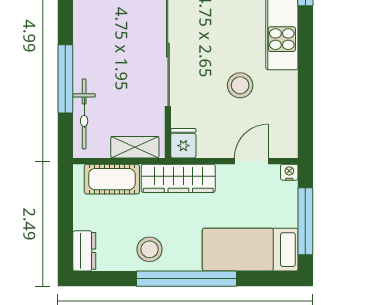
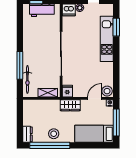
stool: (240, 85) -> (107, 91), moved
wardrobe: (178, 178) -> (70, 105), width x0.67
cot: (112, 179) -> (39, 106), removed
window: (186, 279) -> (50, 145), moved

